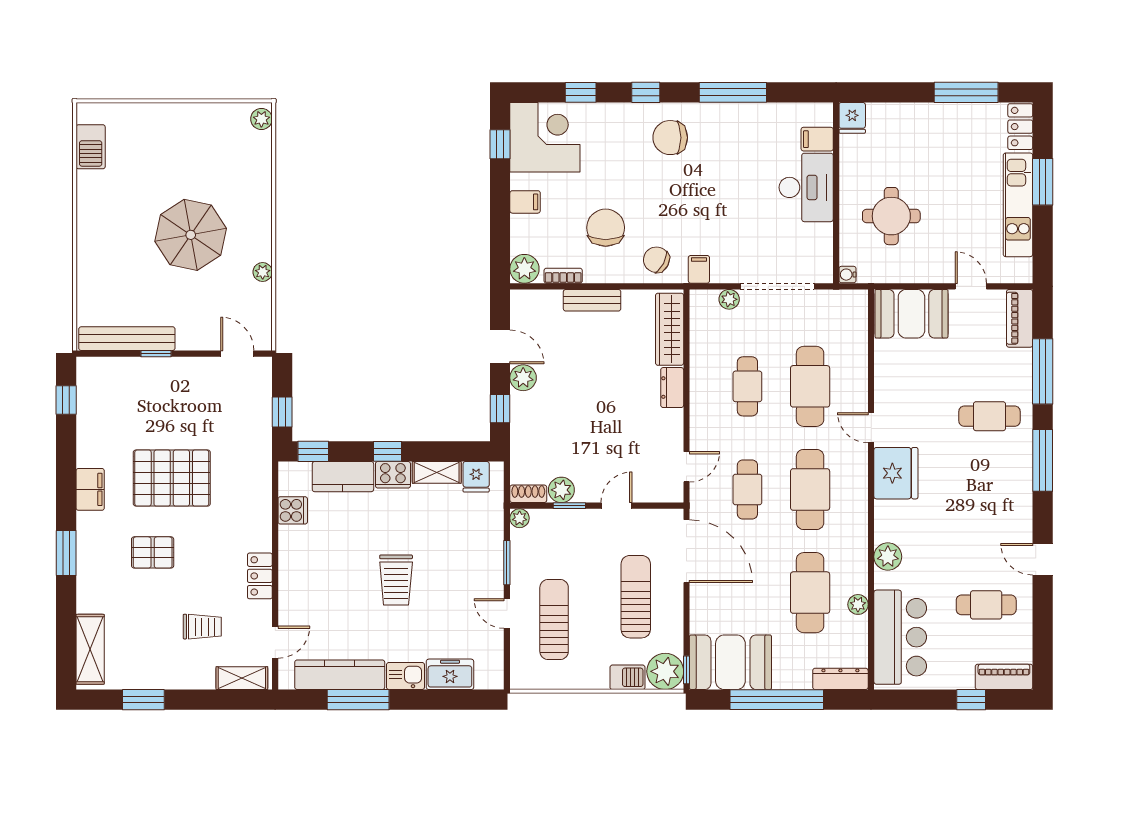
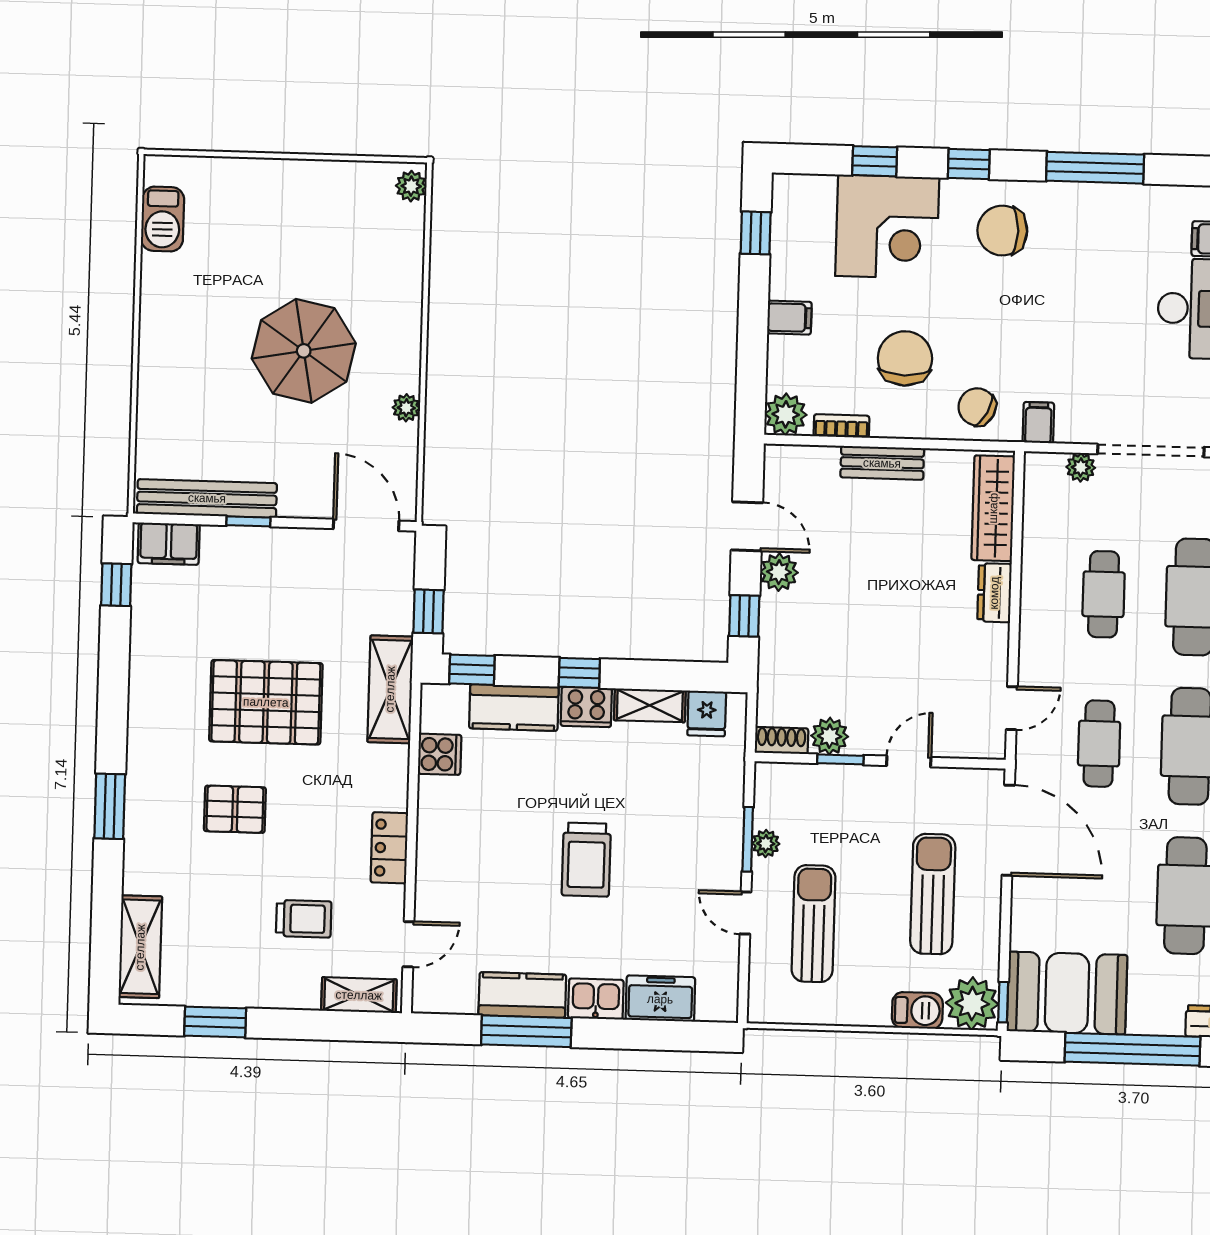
corner desk: (545, 137) -> (887, 227), moved, turned 90
door: (237, 354) -> (366, 525), width x1.37
shelving: (257, 467) -> (390, 689), added
filing cabinet: (90, 489) -> (169, 544), moved, turned 90
plant: (520, 518) -> (766, 844), moved
kitchen counter: (340, 675) -> (522, 995), width x0.67

